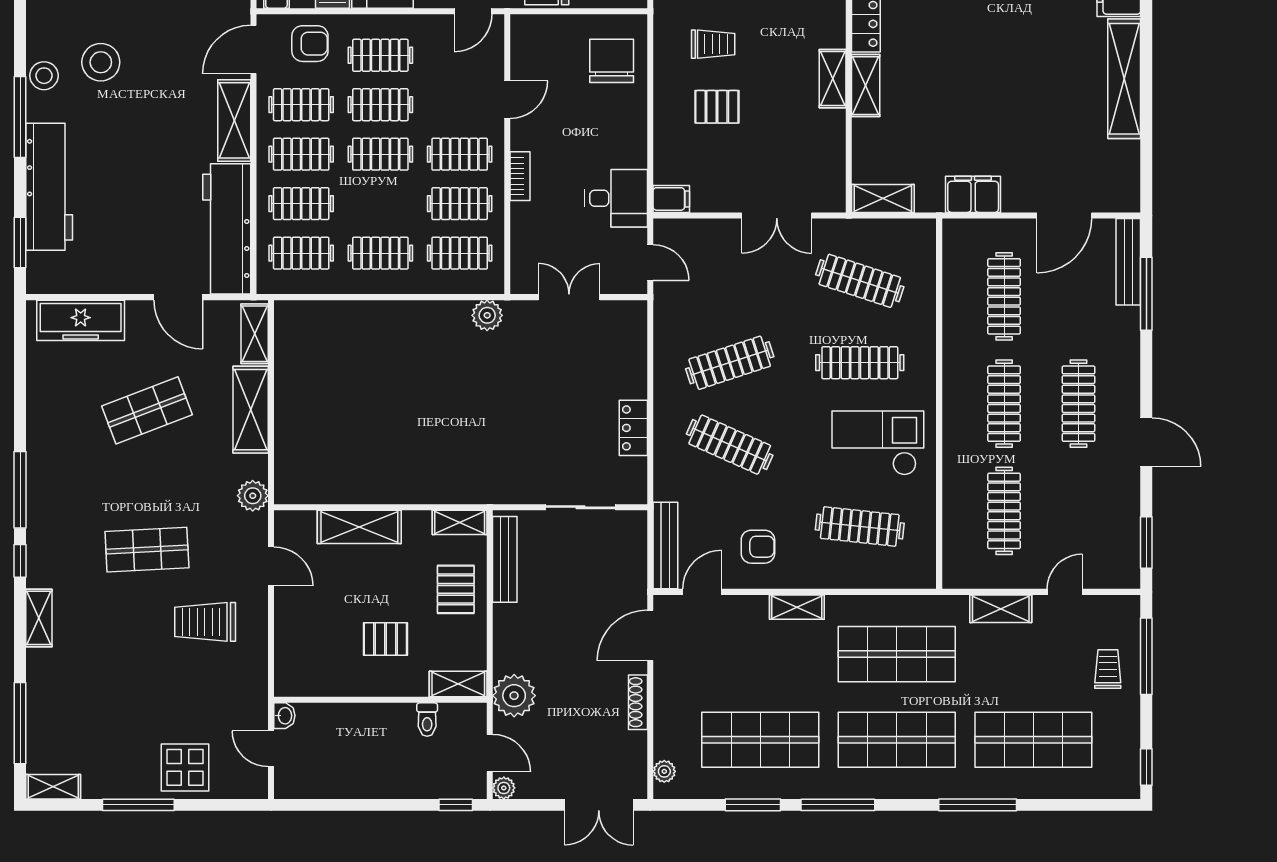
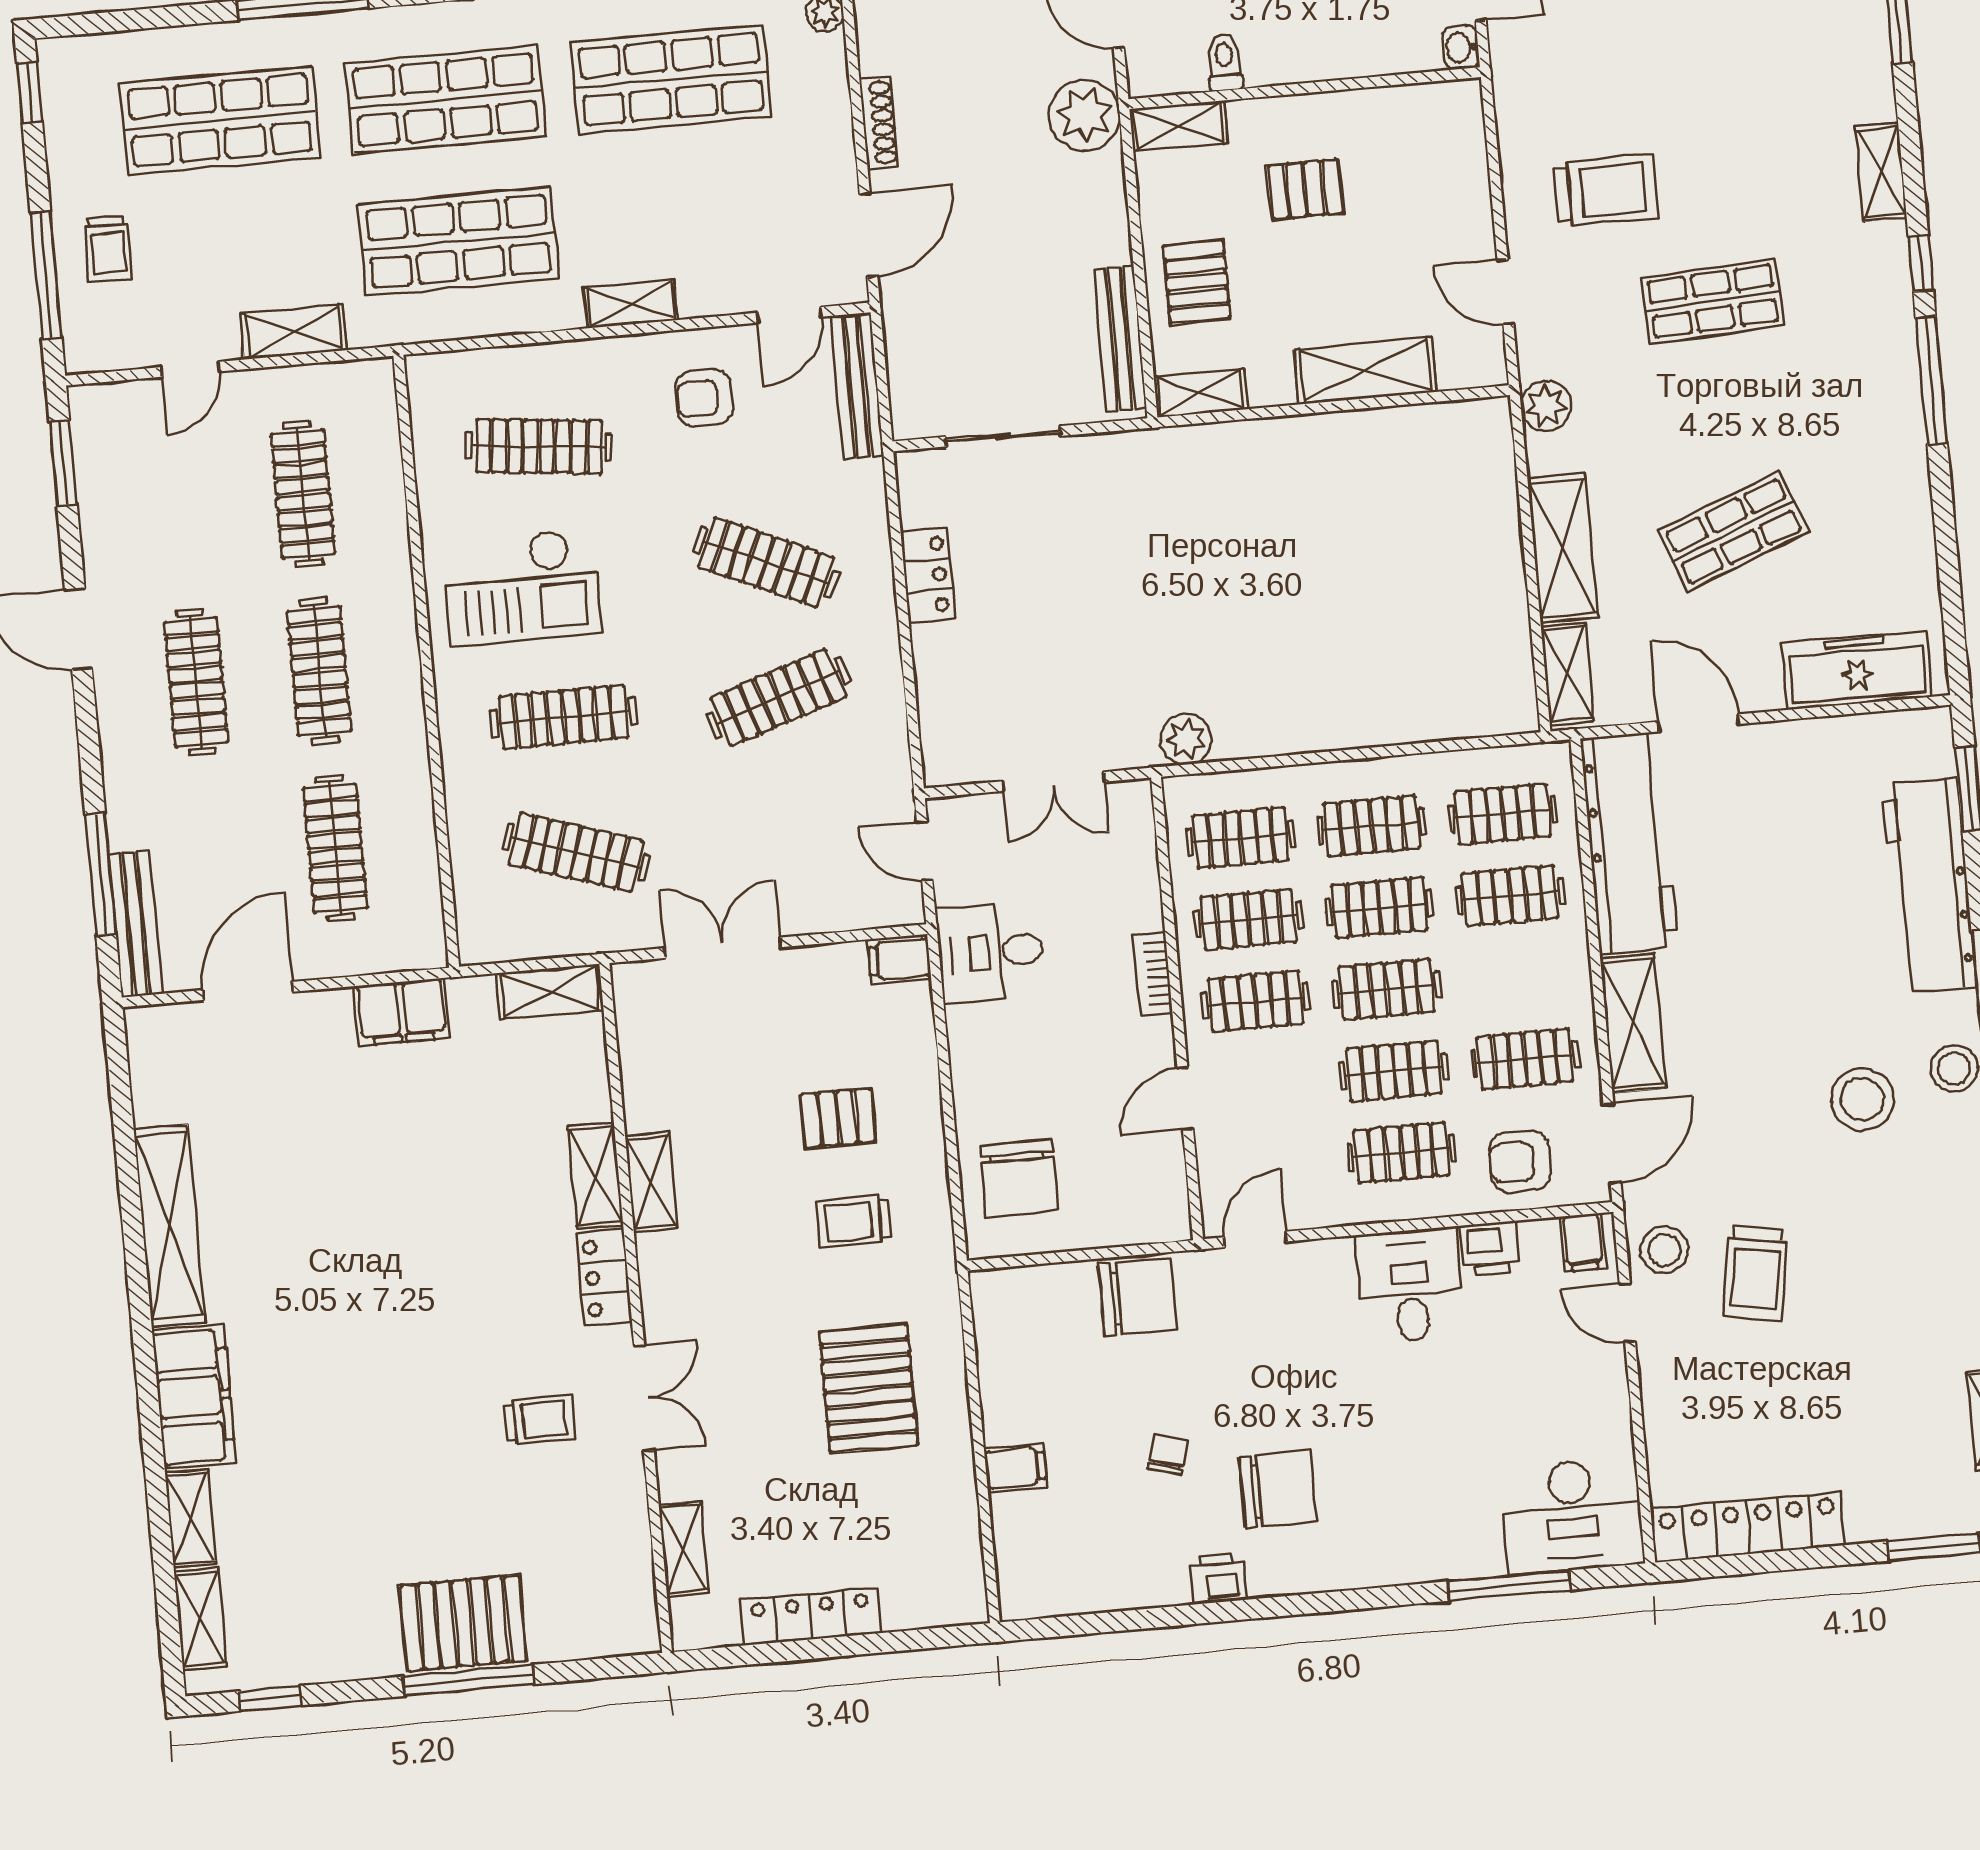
clothes rail: (301, 154) -> (1379, 908), moved

